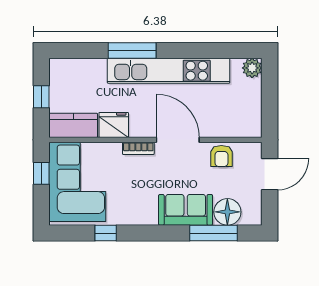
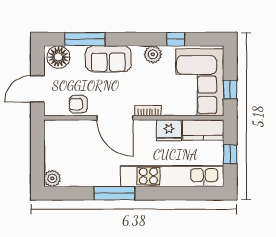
window: (132, 50) -> (114, 193), moved
kitchen unit: (169, 71) -> (172, 176), moved
armchair: (221, 156) -> (78, 104), turned -90
floor lamp: (227, 212) -> (58, 57), moved
plant: (133, 215) -> (153, 54), added

